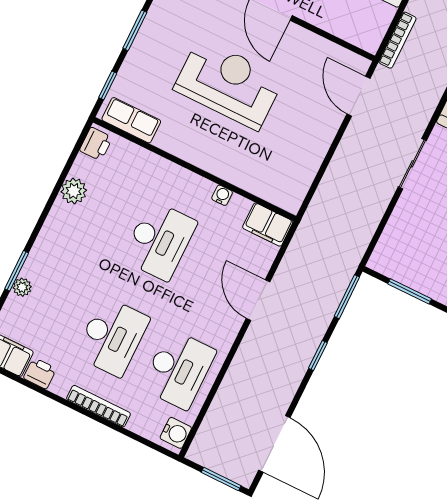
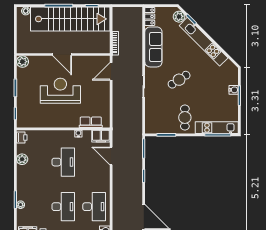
door: (358, 96) -> (111, 71), hinge flipped
row of seats: (131, 120) -> (91, 122), moved
door: (258, 300) -> (111, 156), moved

